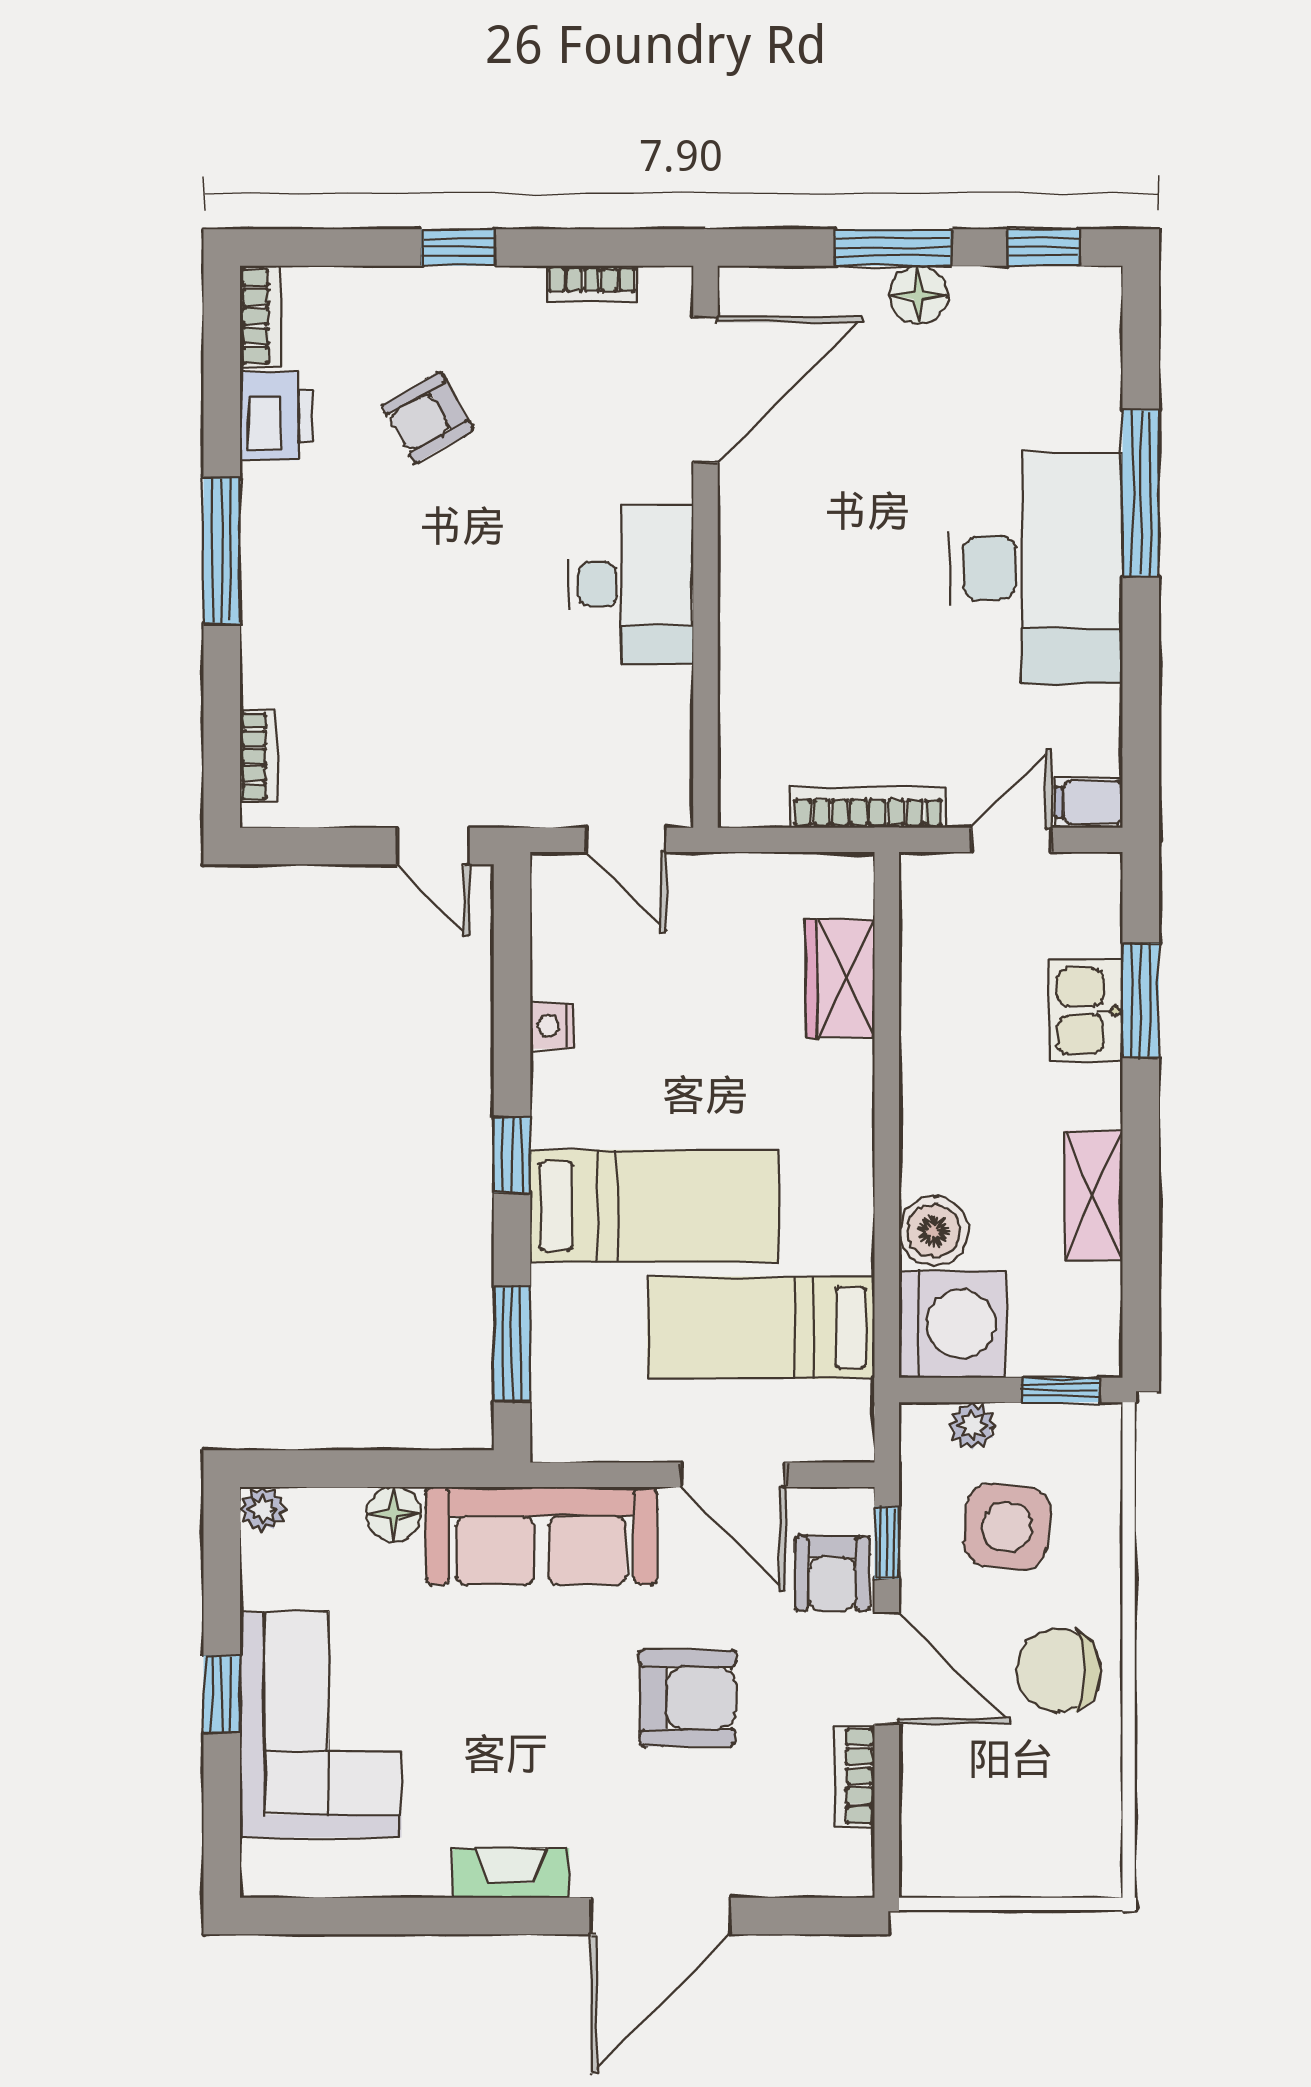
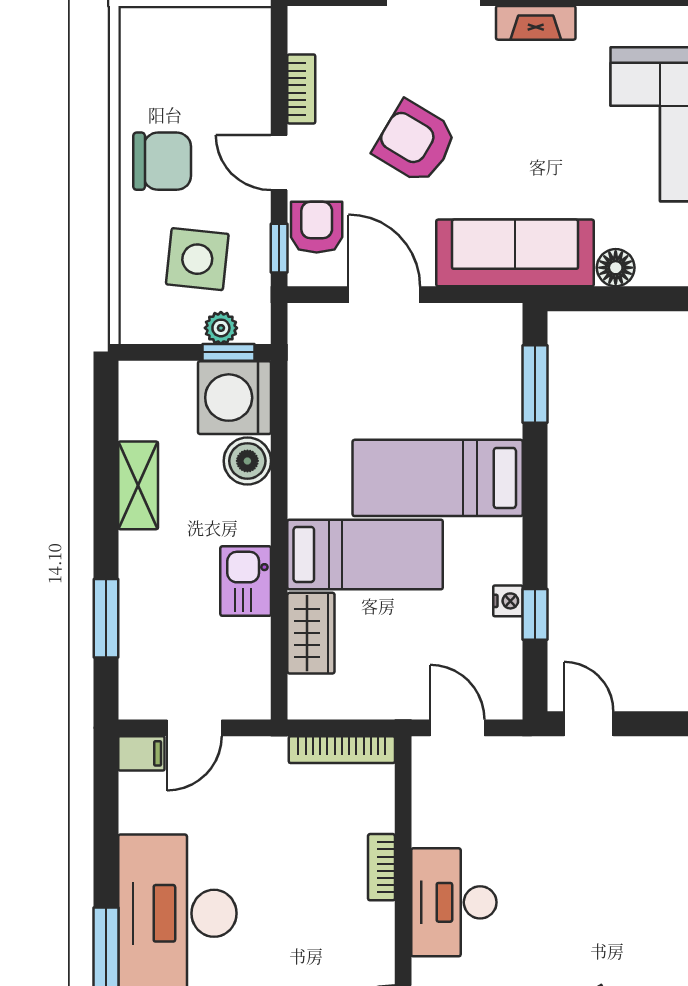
bookcase: (737, 636) -> (381, 867), added
bookcase: (868, 808) -> (342, 750), moved
kitchen sink: (1086, 1011) -> (246, 581), moved, turned 180
window: (512, 1155) -> (535, 614), moved
bed: (761, 1328) -> (365, 554), moved
window: (1061, 1390) -> (228, 352), moved
door: (887, 1668) -> (279, 163), width x0.73
armchair: (688, 1698) -> (415, 142), turned 31

